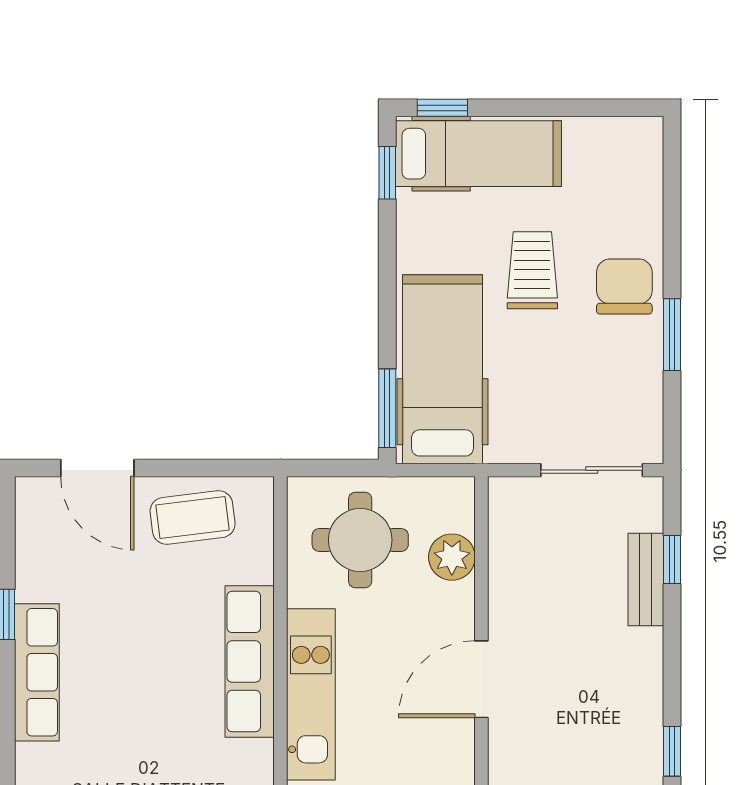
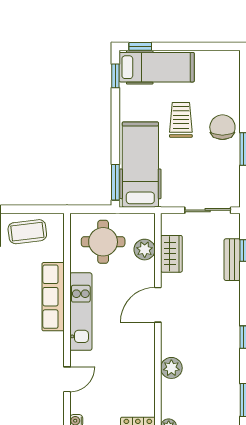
wardrobe: (511, 567) -> (171, 254), added

